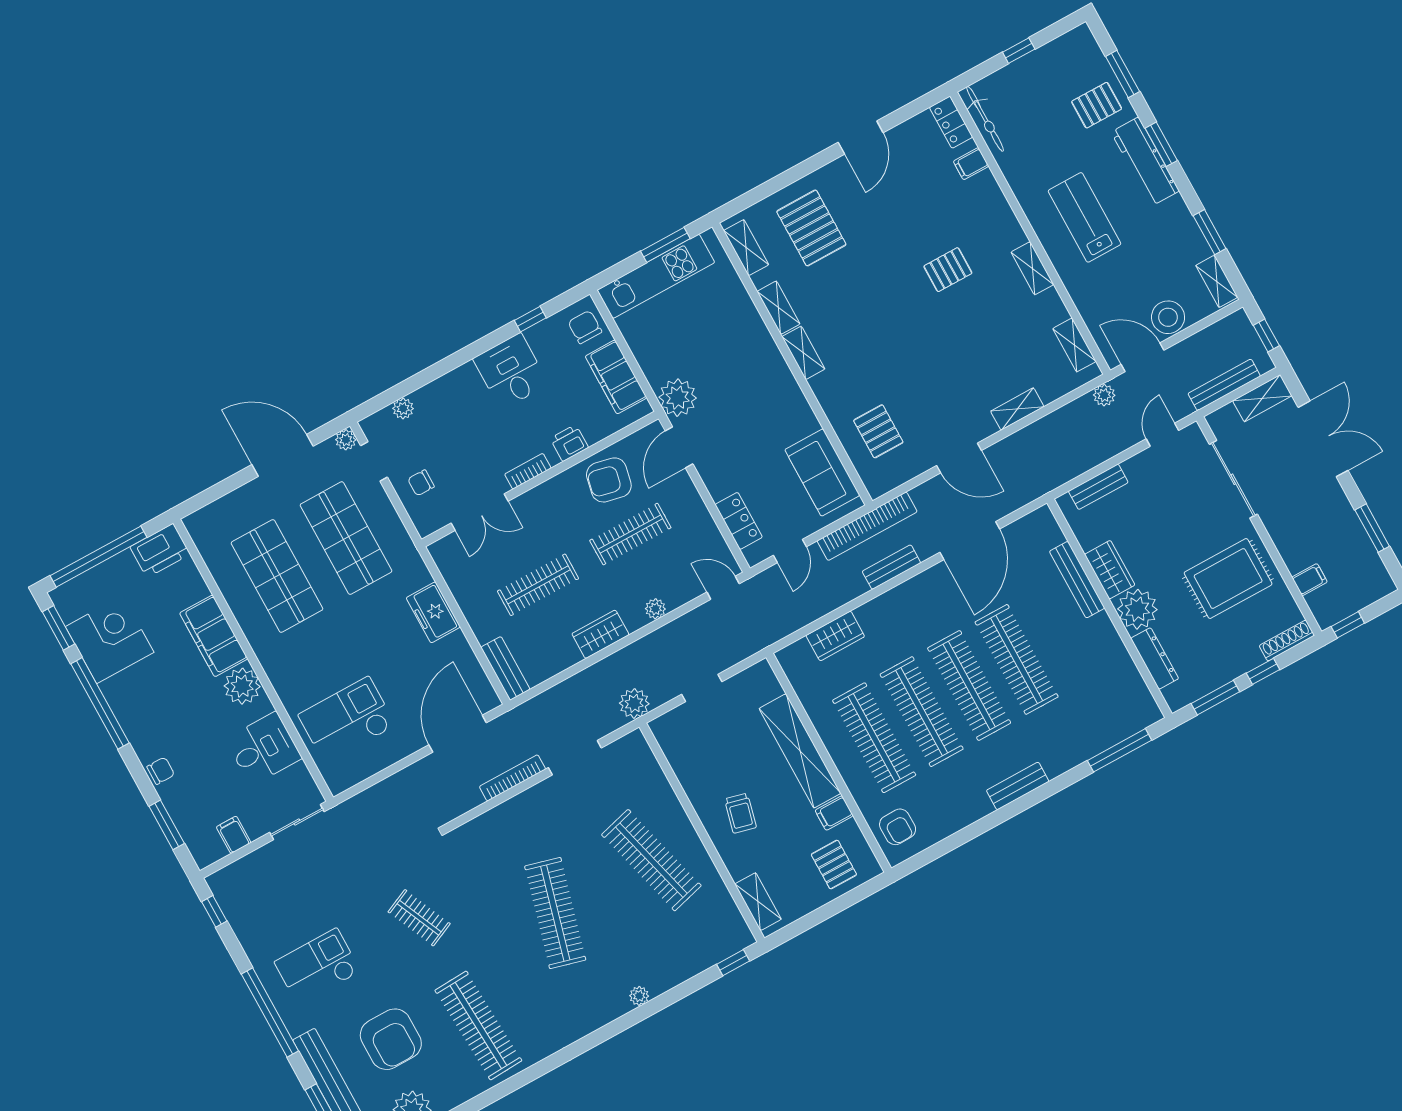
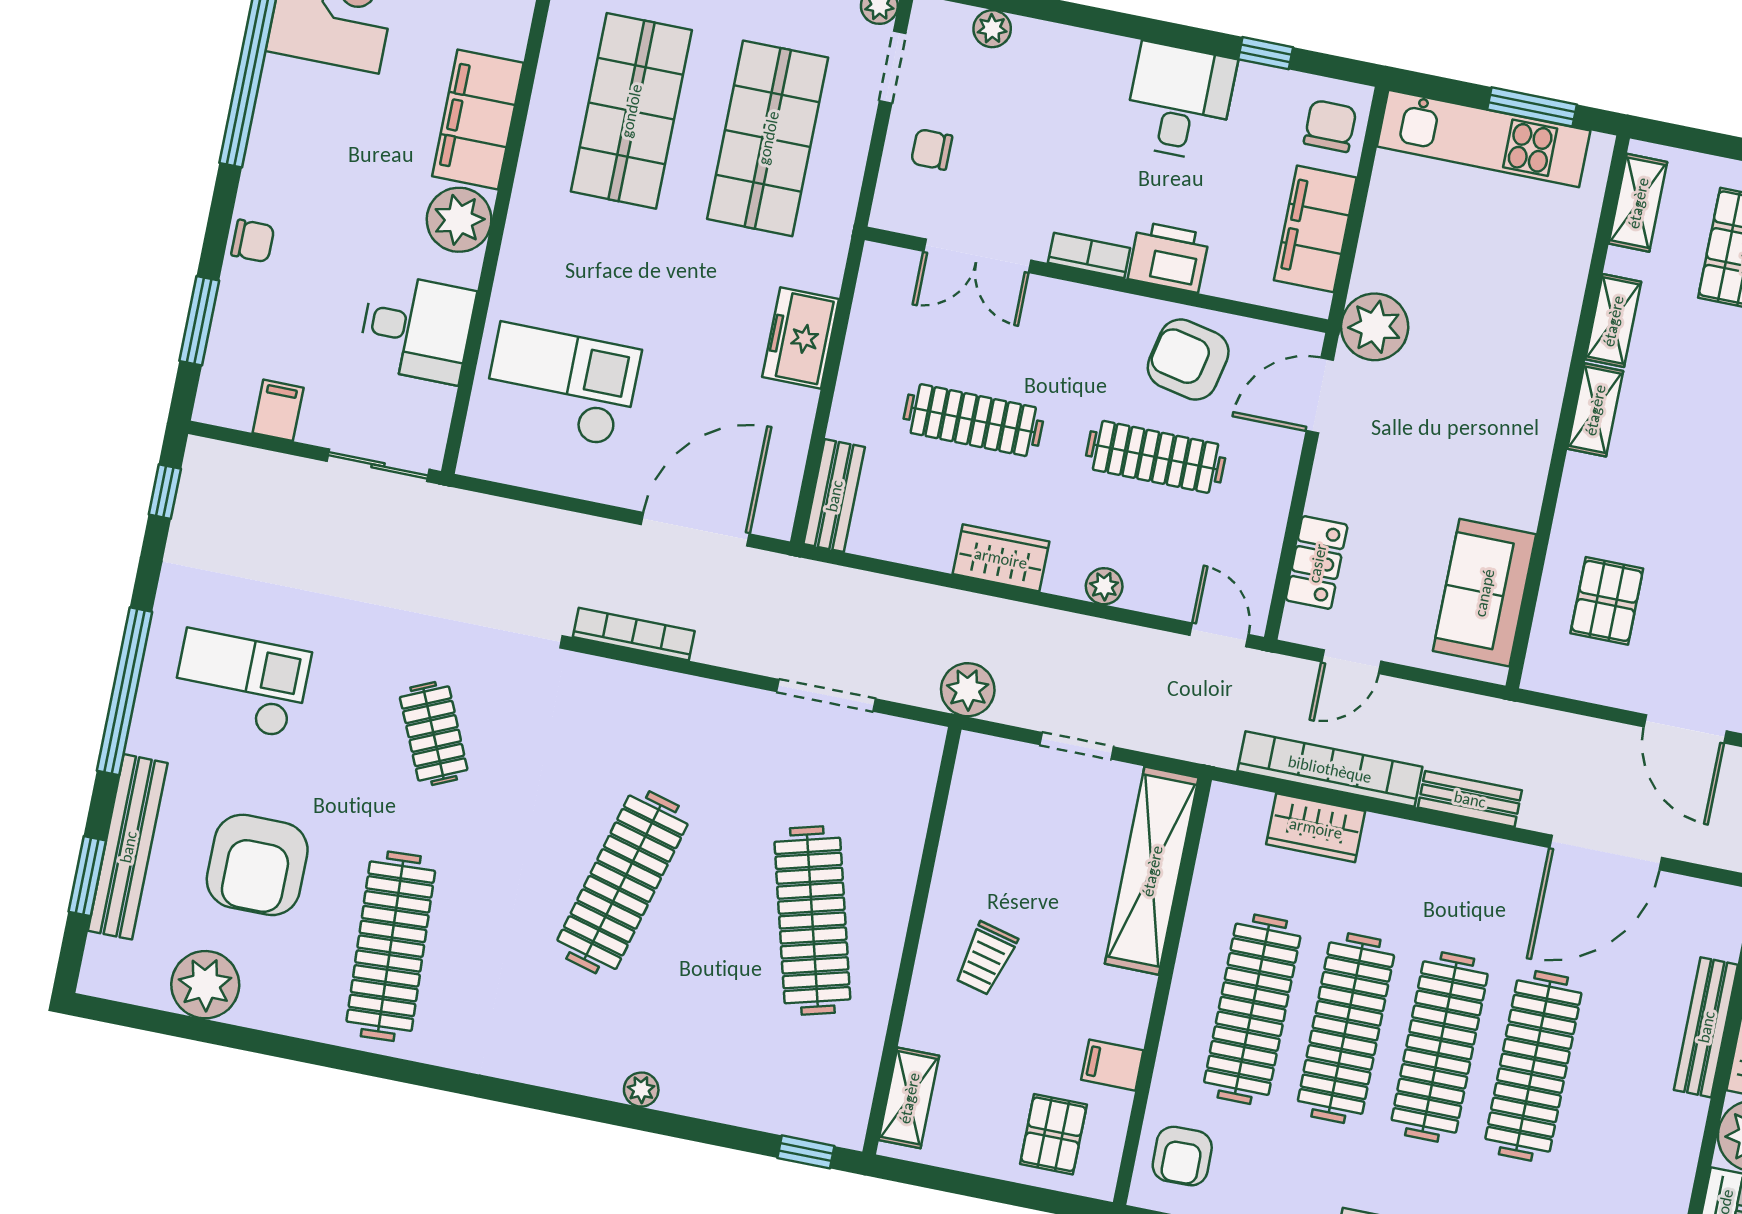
printer: (569, 443) -> (1169, 257), width x1.36, depth x1.24
bookcase: (867, 526) -> (1330, 769), moved, turned 180
shelving: (800, 751) -> (1152, 871), moved
bookcase: (512, 778) -> (634, 634), moved

